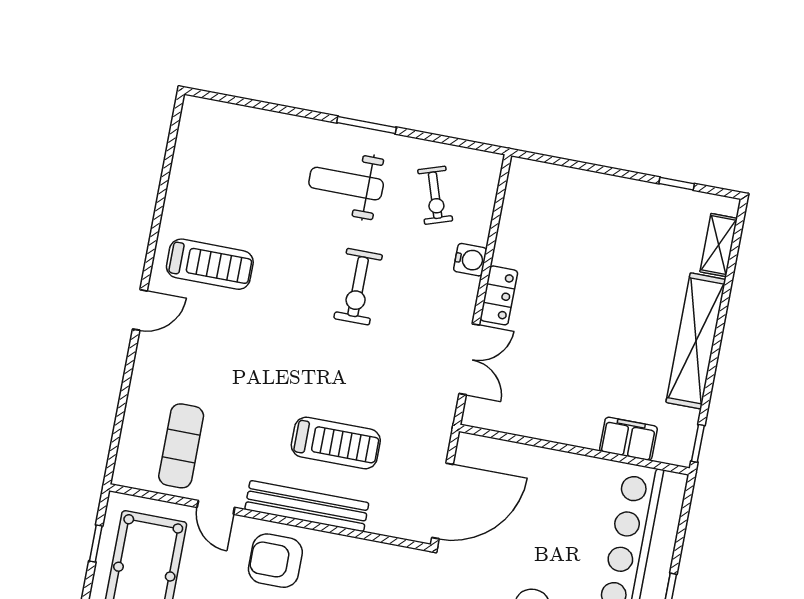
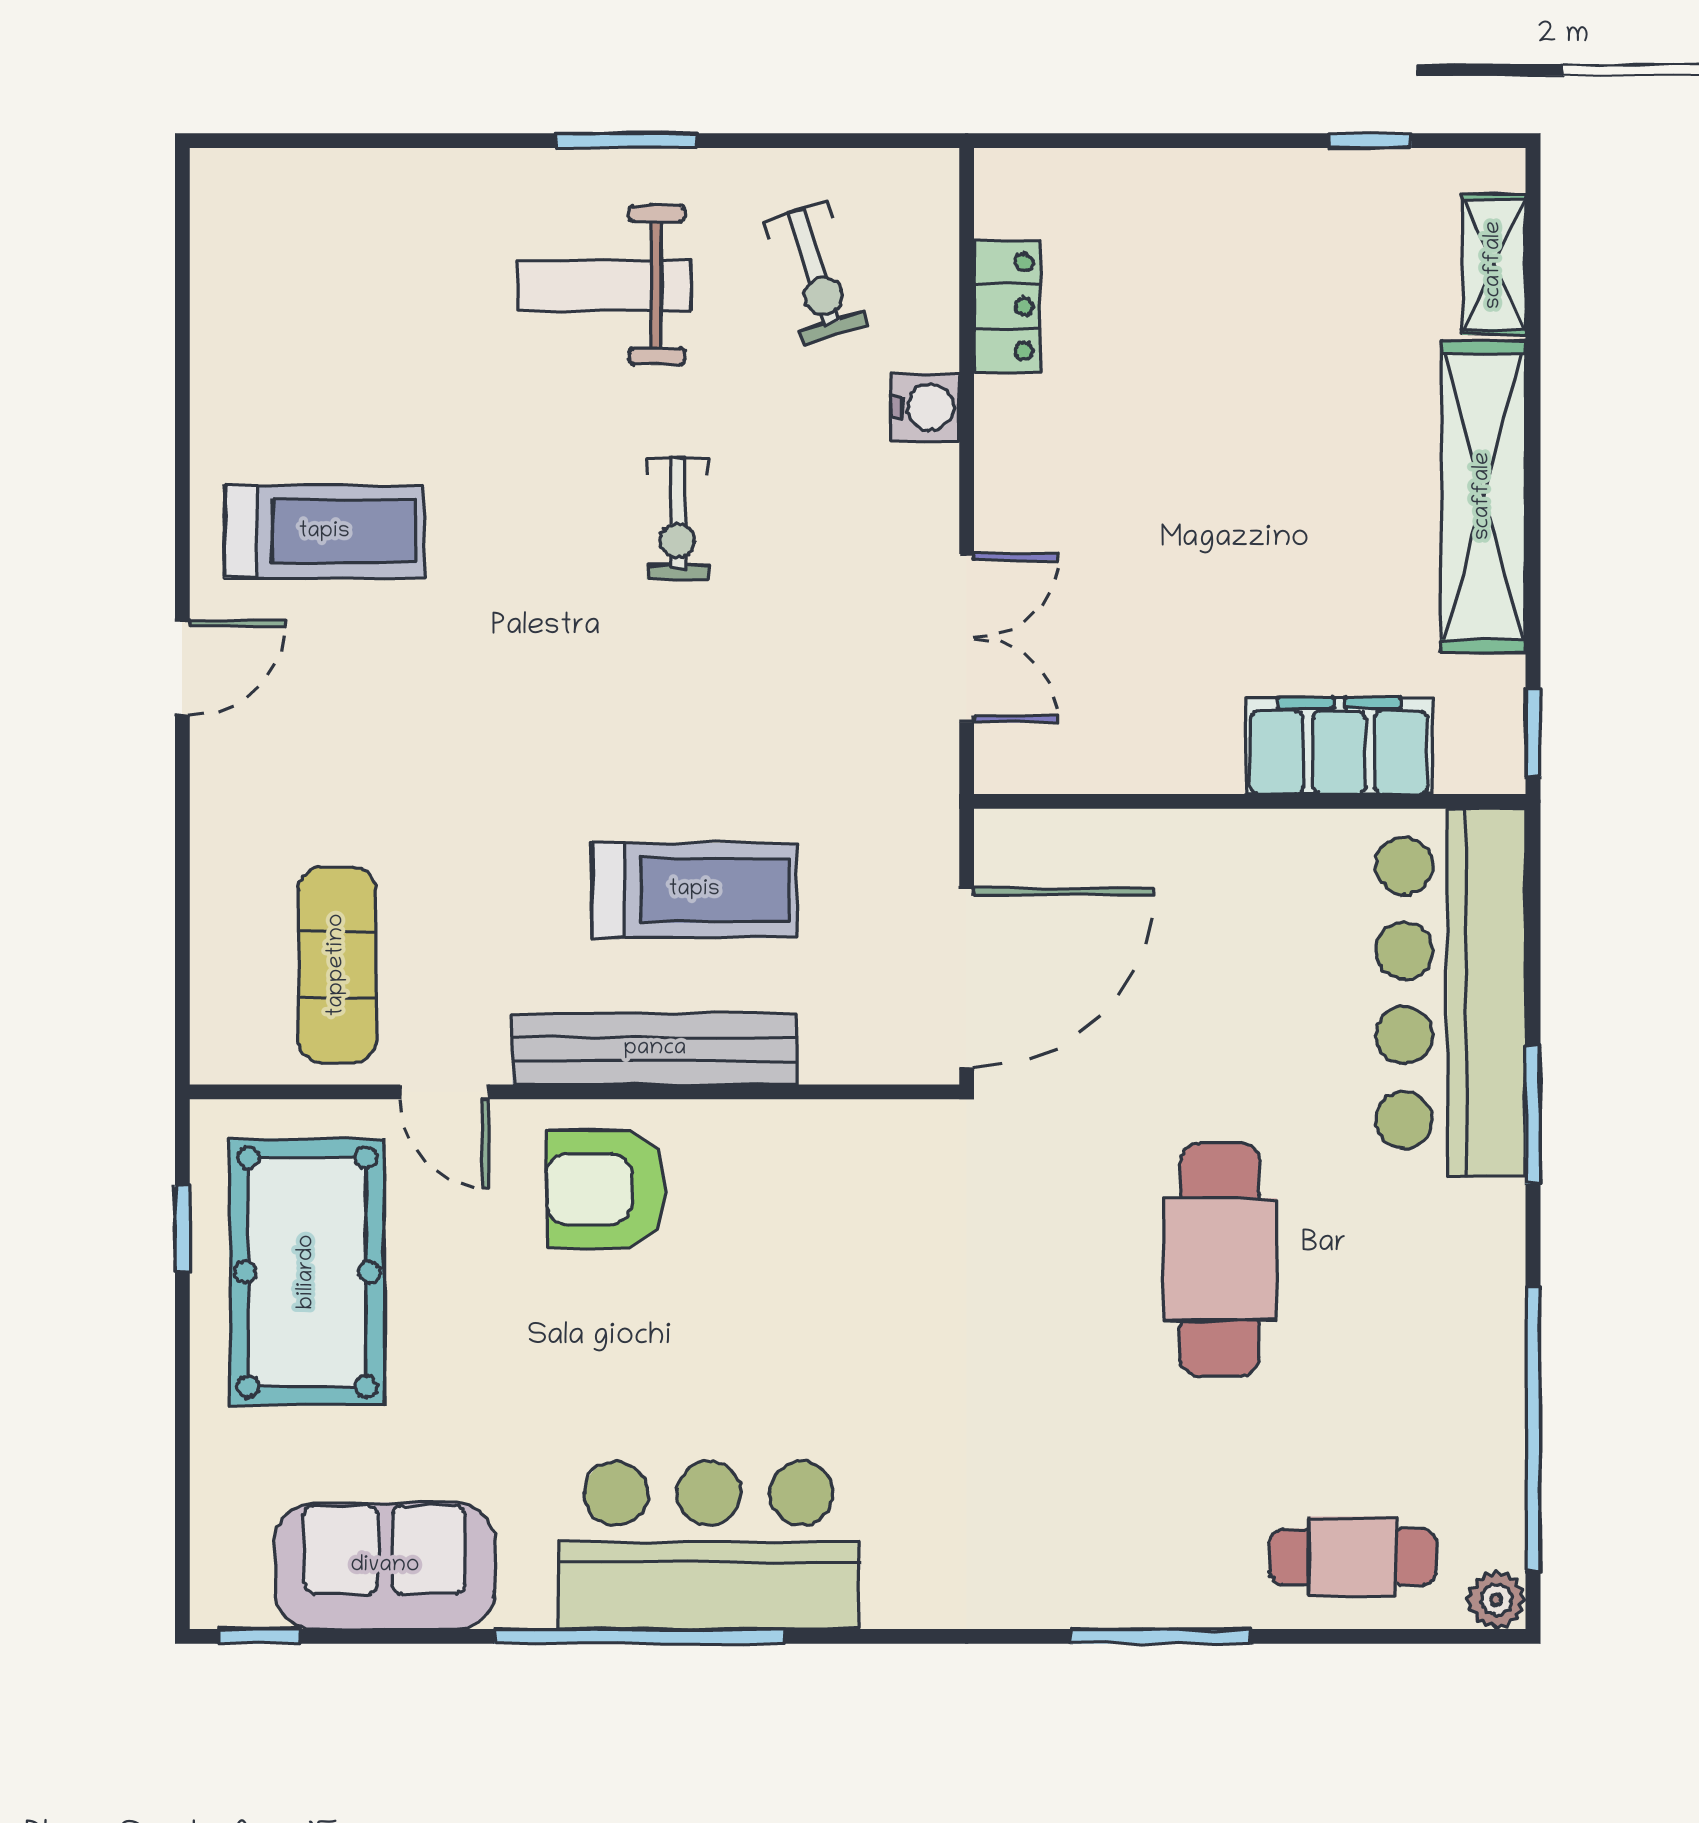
exercise bike: (358, 287) -> (678, 519), width x0.73, depth x0.72
locker: (499, 295) -> (1007, 307), moved
filing cabinet: (628, 439) -> (1339, 746), width x1.50, depth x1.17

